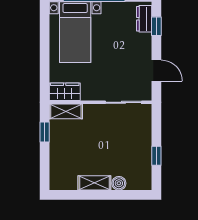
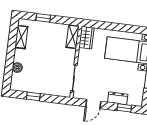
dresser: (144, 19) -> (118, 98), moved
window: (45, 132) -> (43, 18), moved
shelving: (94, 183) -> (21, 37), moved

